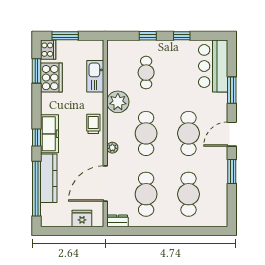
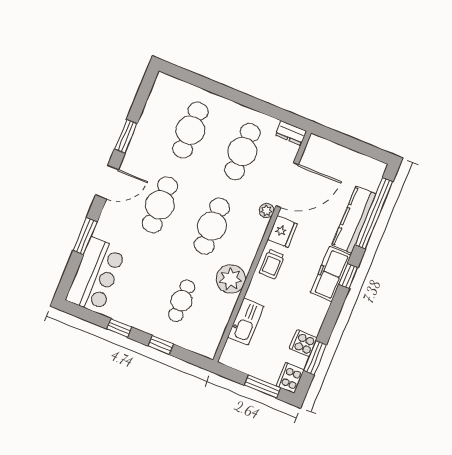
cooker: (51, 78) -> (303, 343), width x0.53, depth x0.76
plant: (112, 148) -> (267, 211), moved
fridge: (82, 219) -> (283, 232), moved, turned -90

